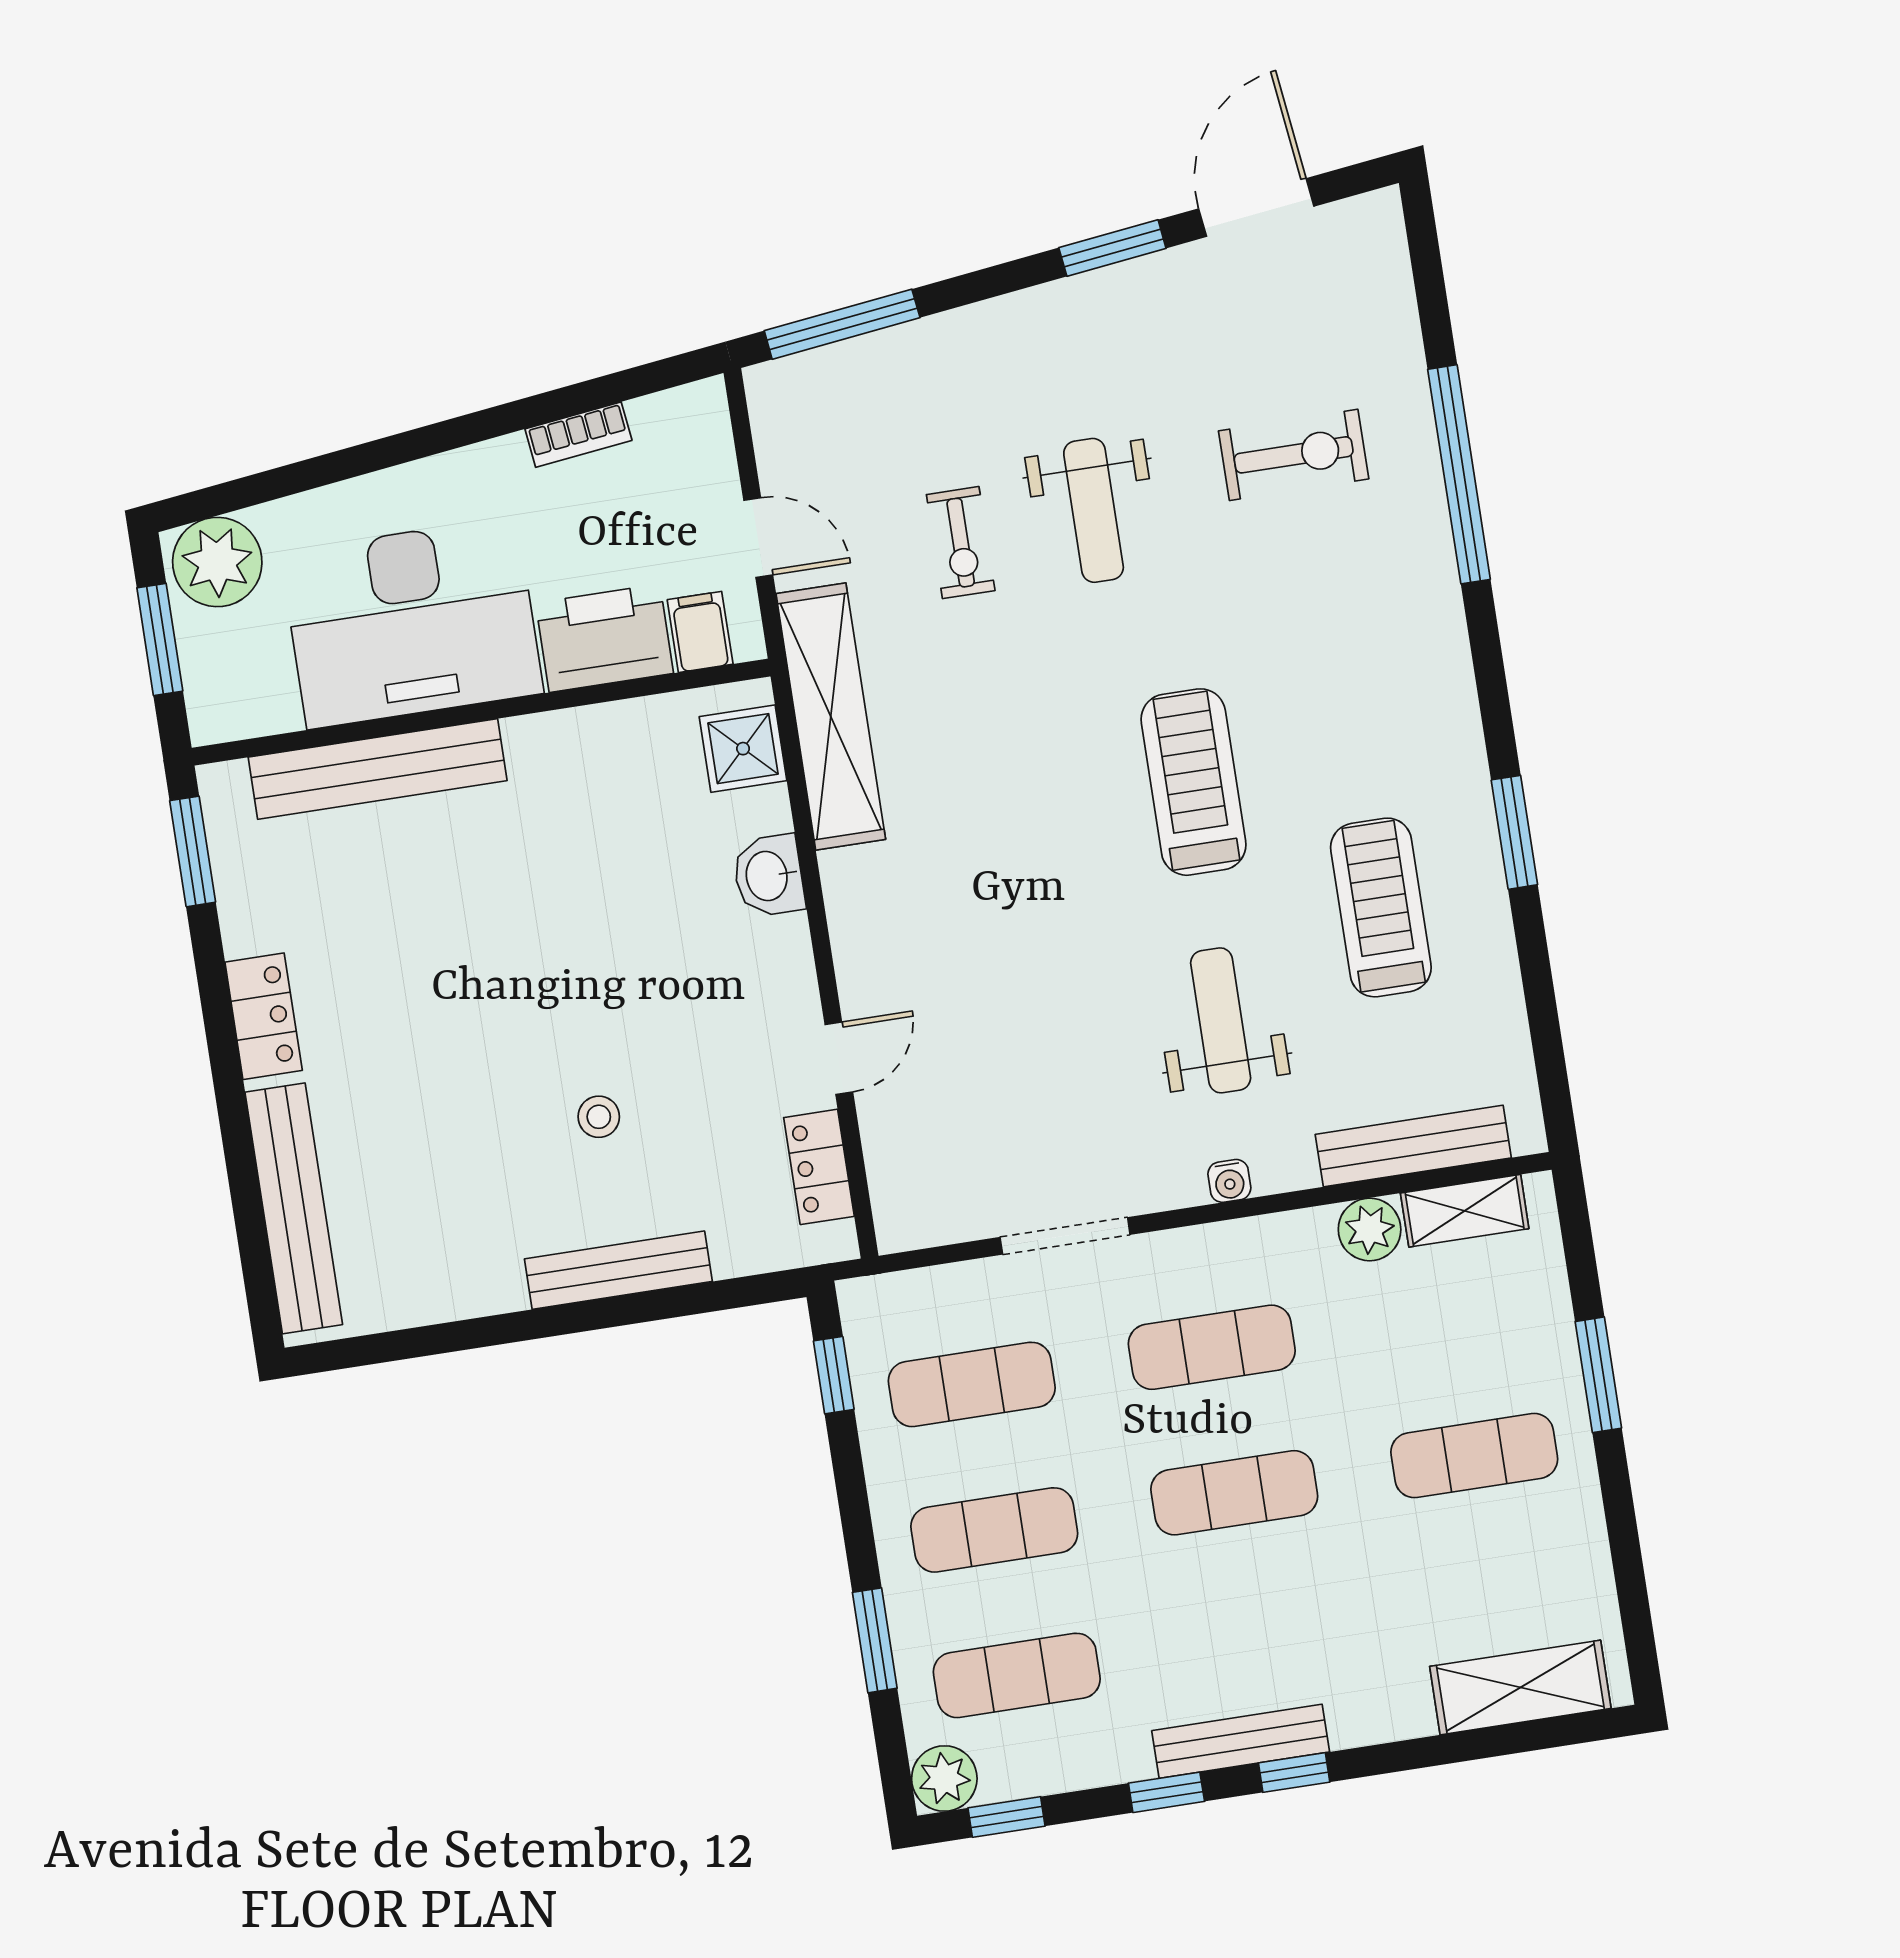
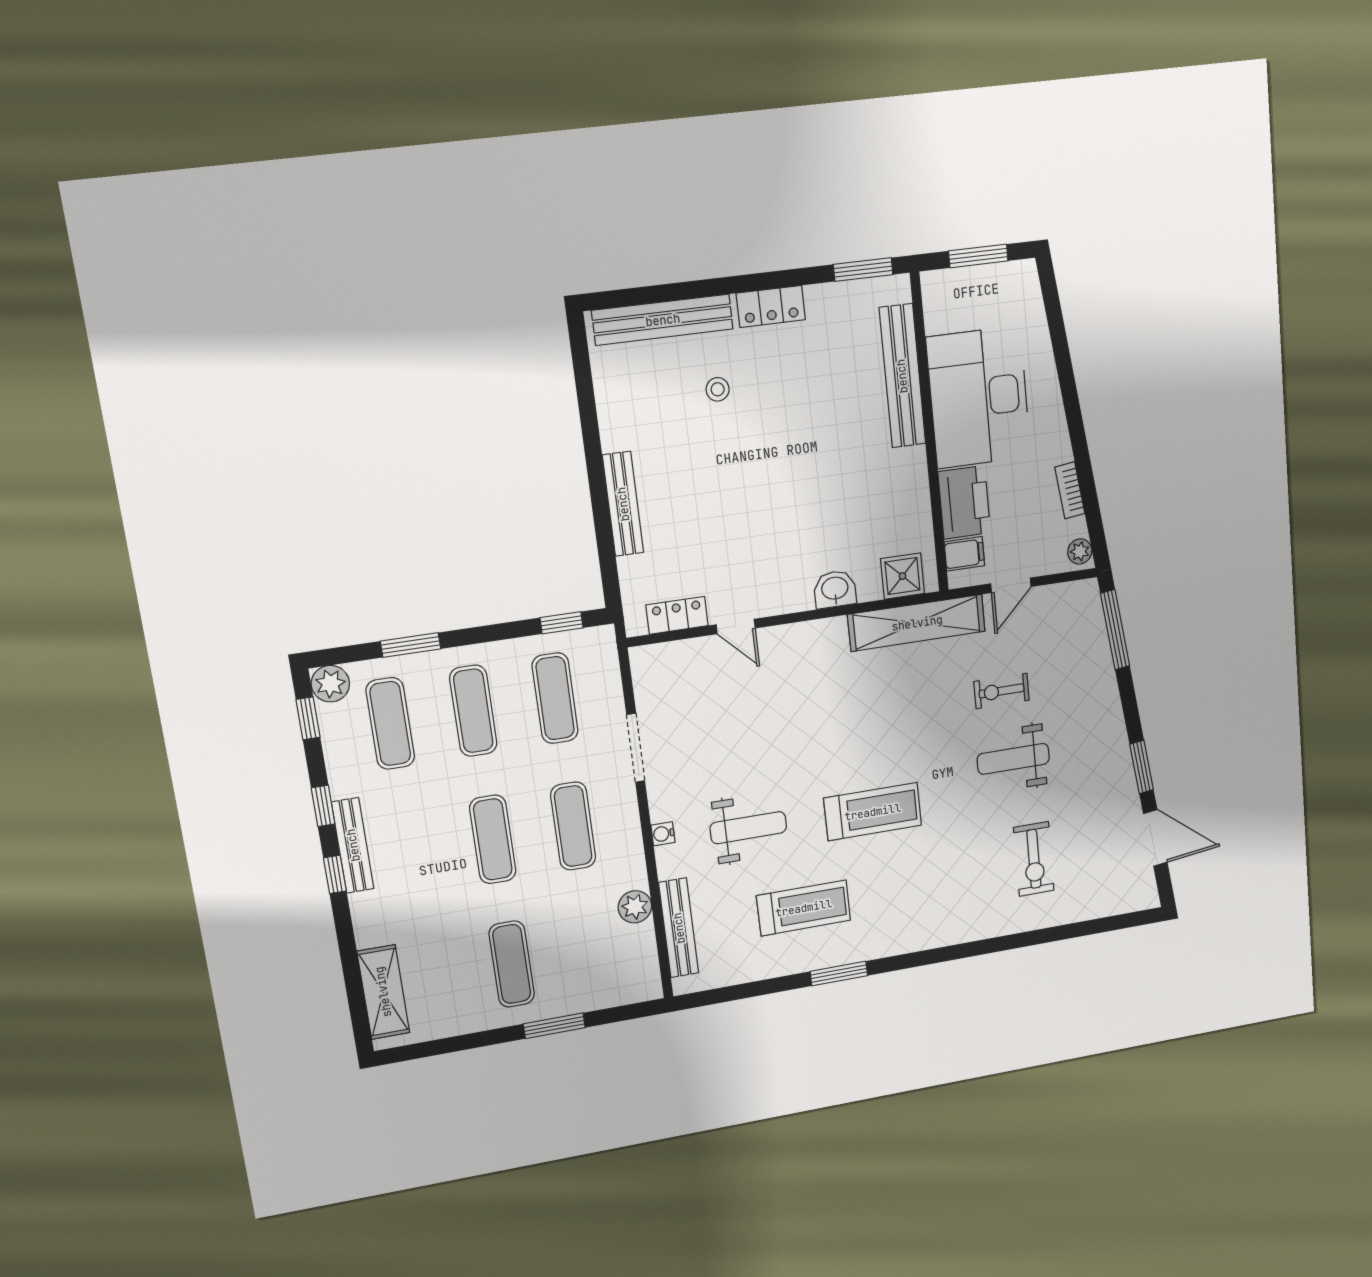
window: (1459, 474) -> (1019, 940), removed
plant: (217, 562) -> (1080, 551), moved, width x0.53, depth x0.53
stool: (599, 1117) -> (718, 389), moved
shelving: (1465, 1211) -> (644, 955), removed

